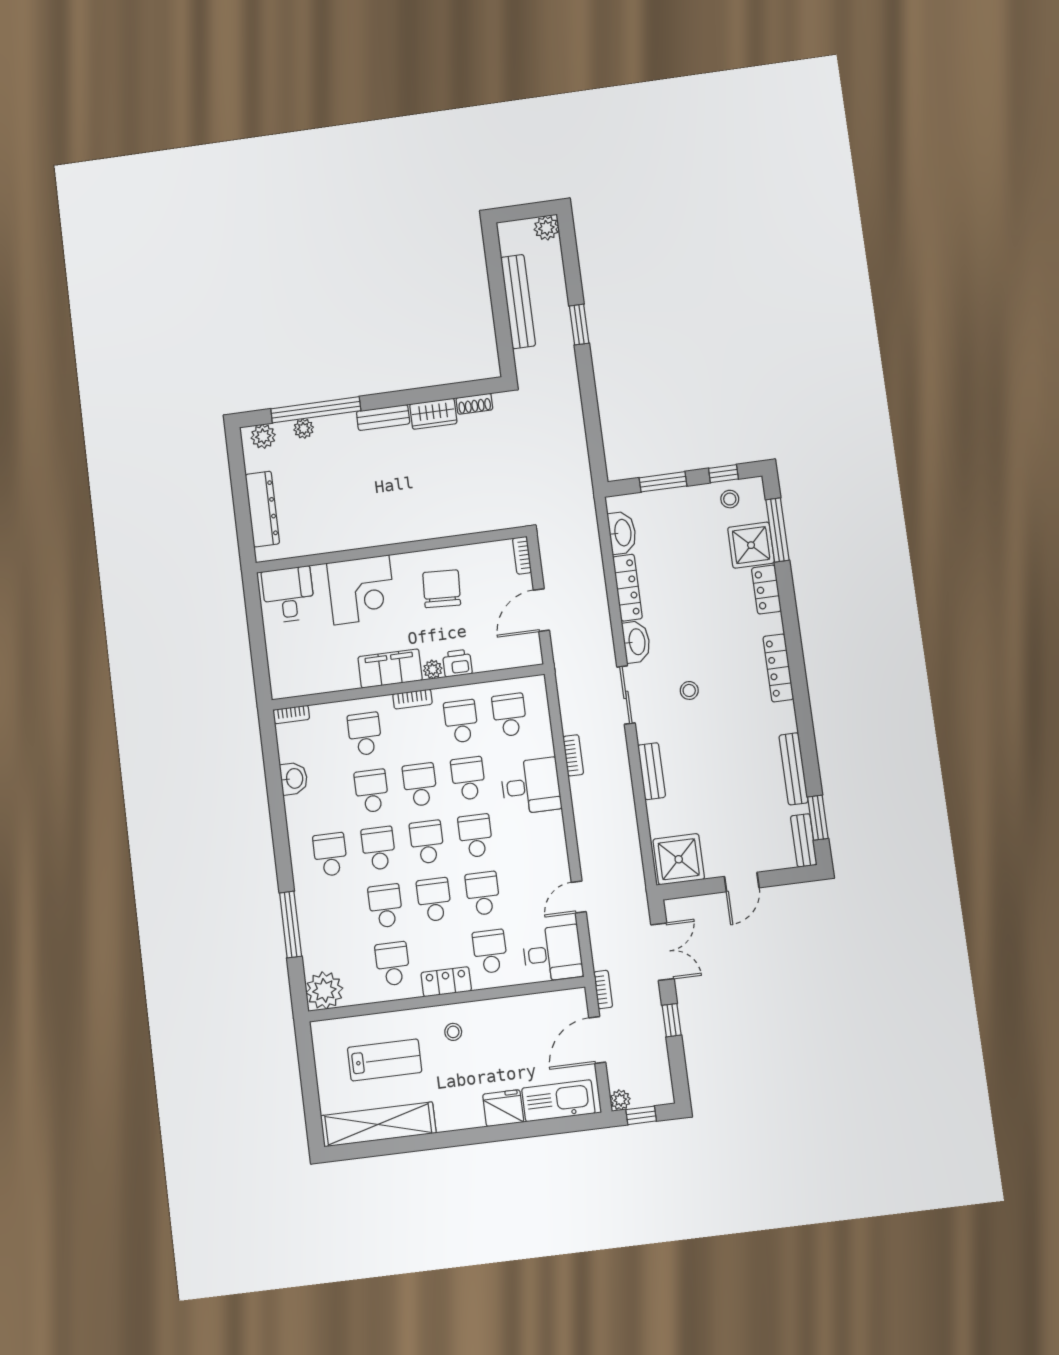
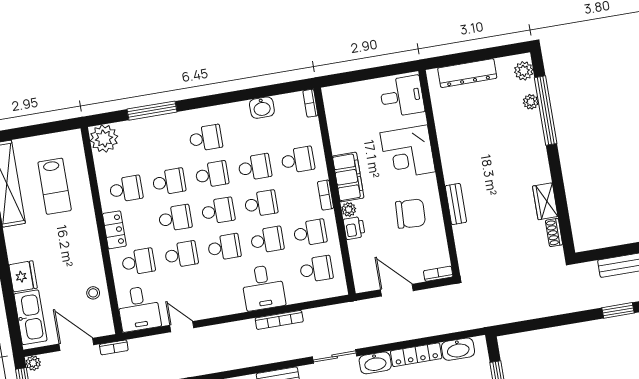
bench: (383, 418) -> (456, 204), moved
bookcase: (573, 755) -> (279, 320), width x1.56
stool: (453, 1032) -> (93, 293), moved

